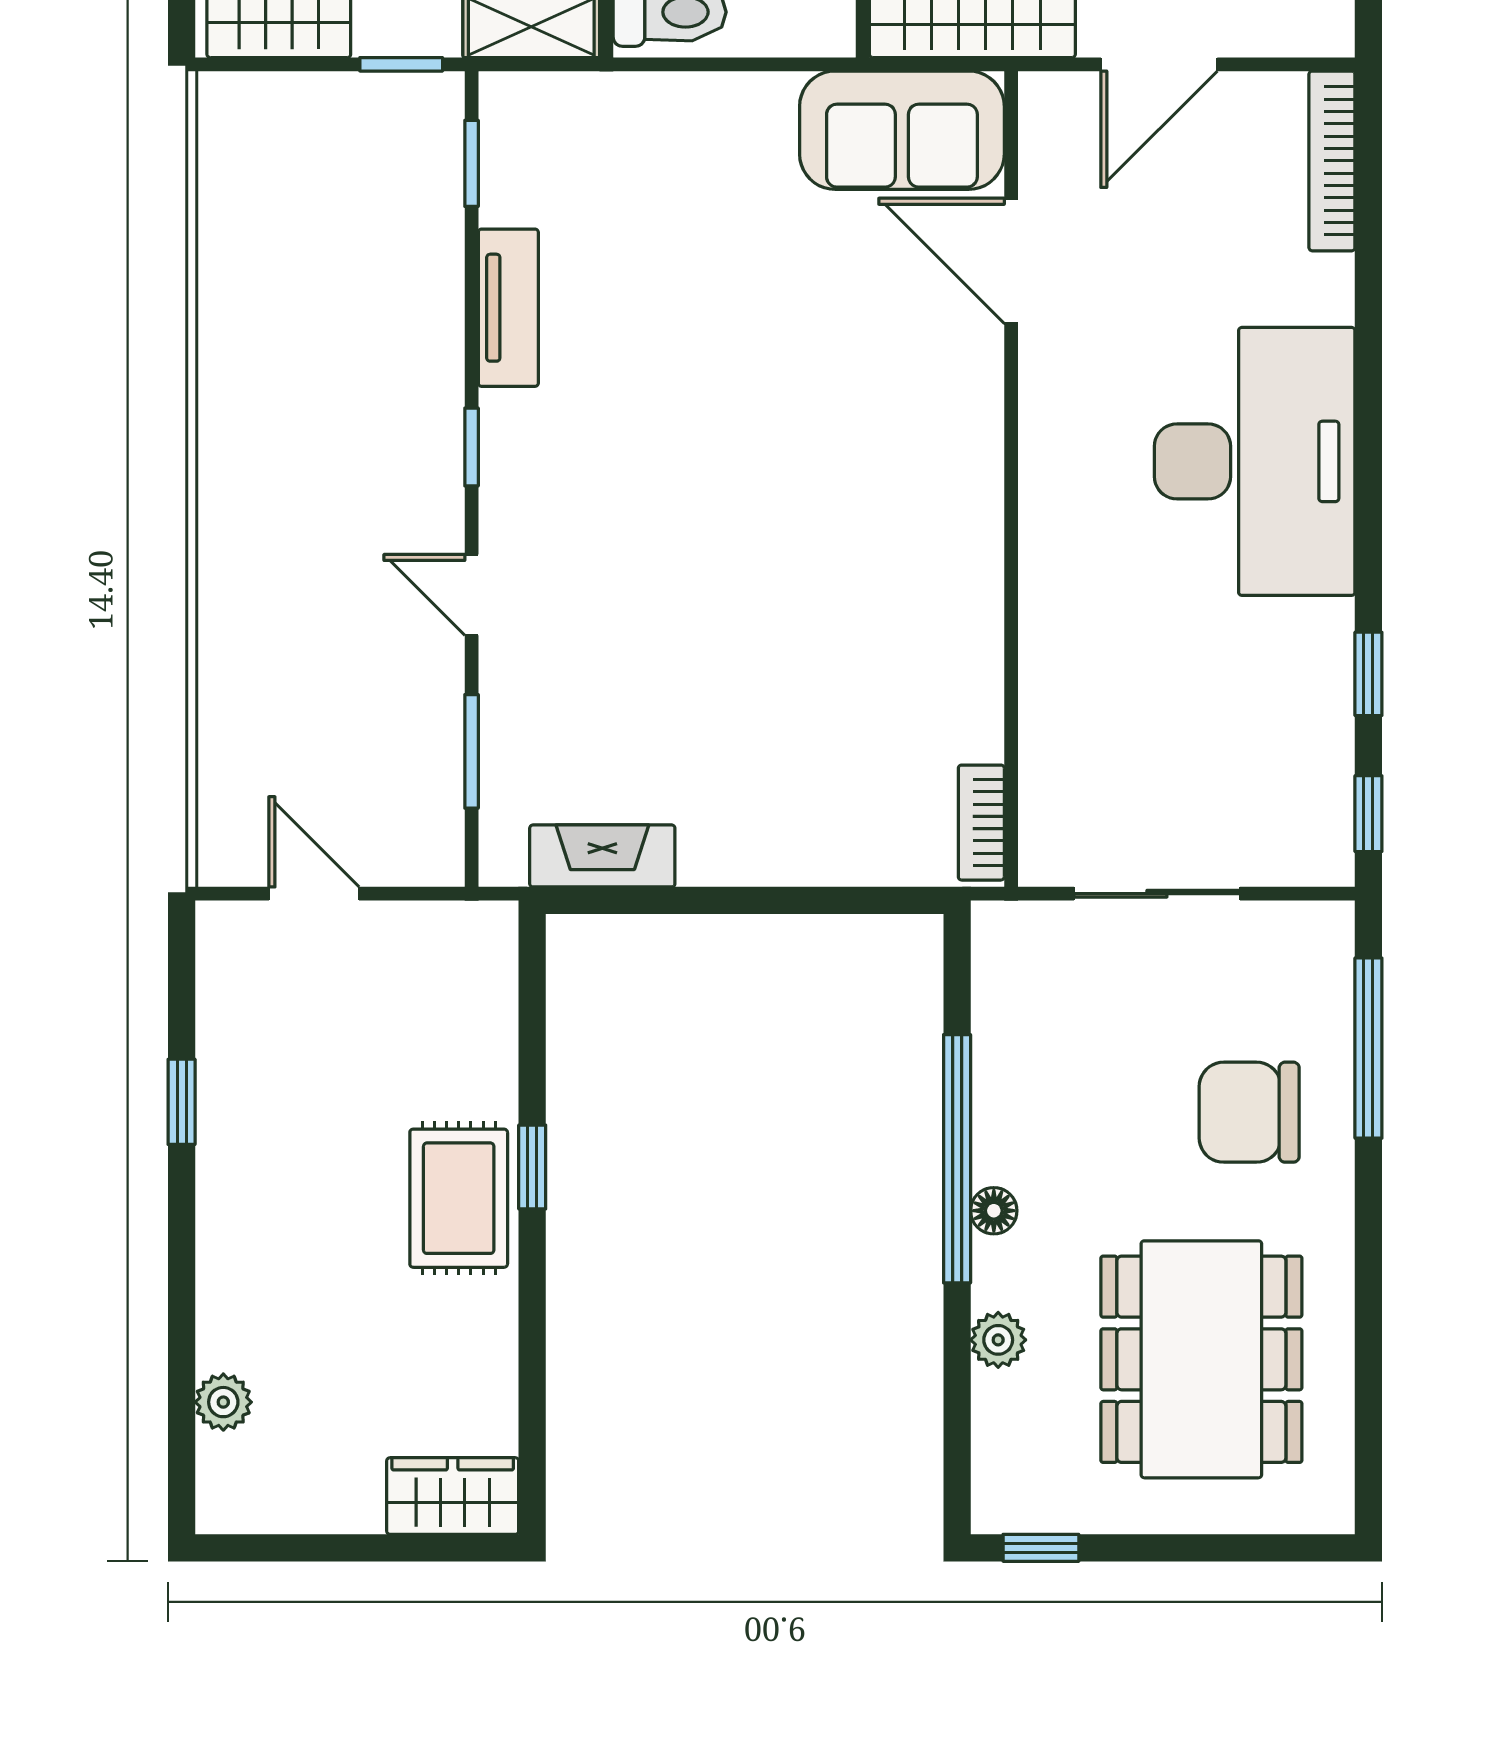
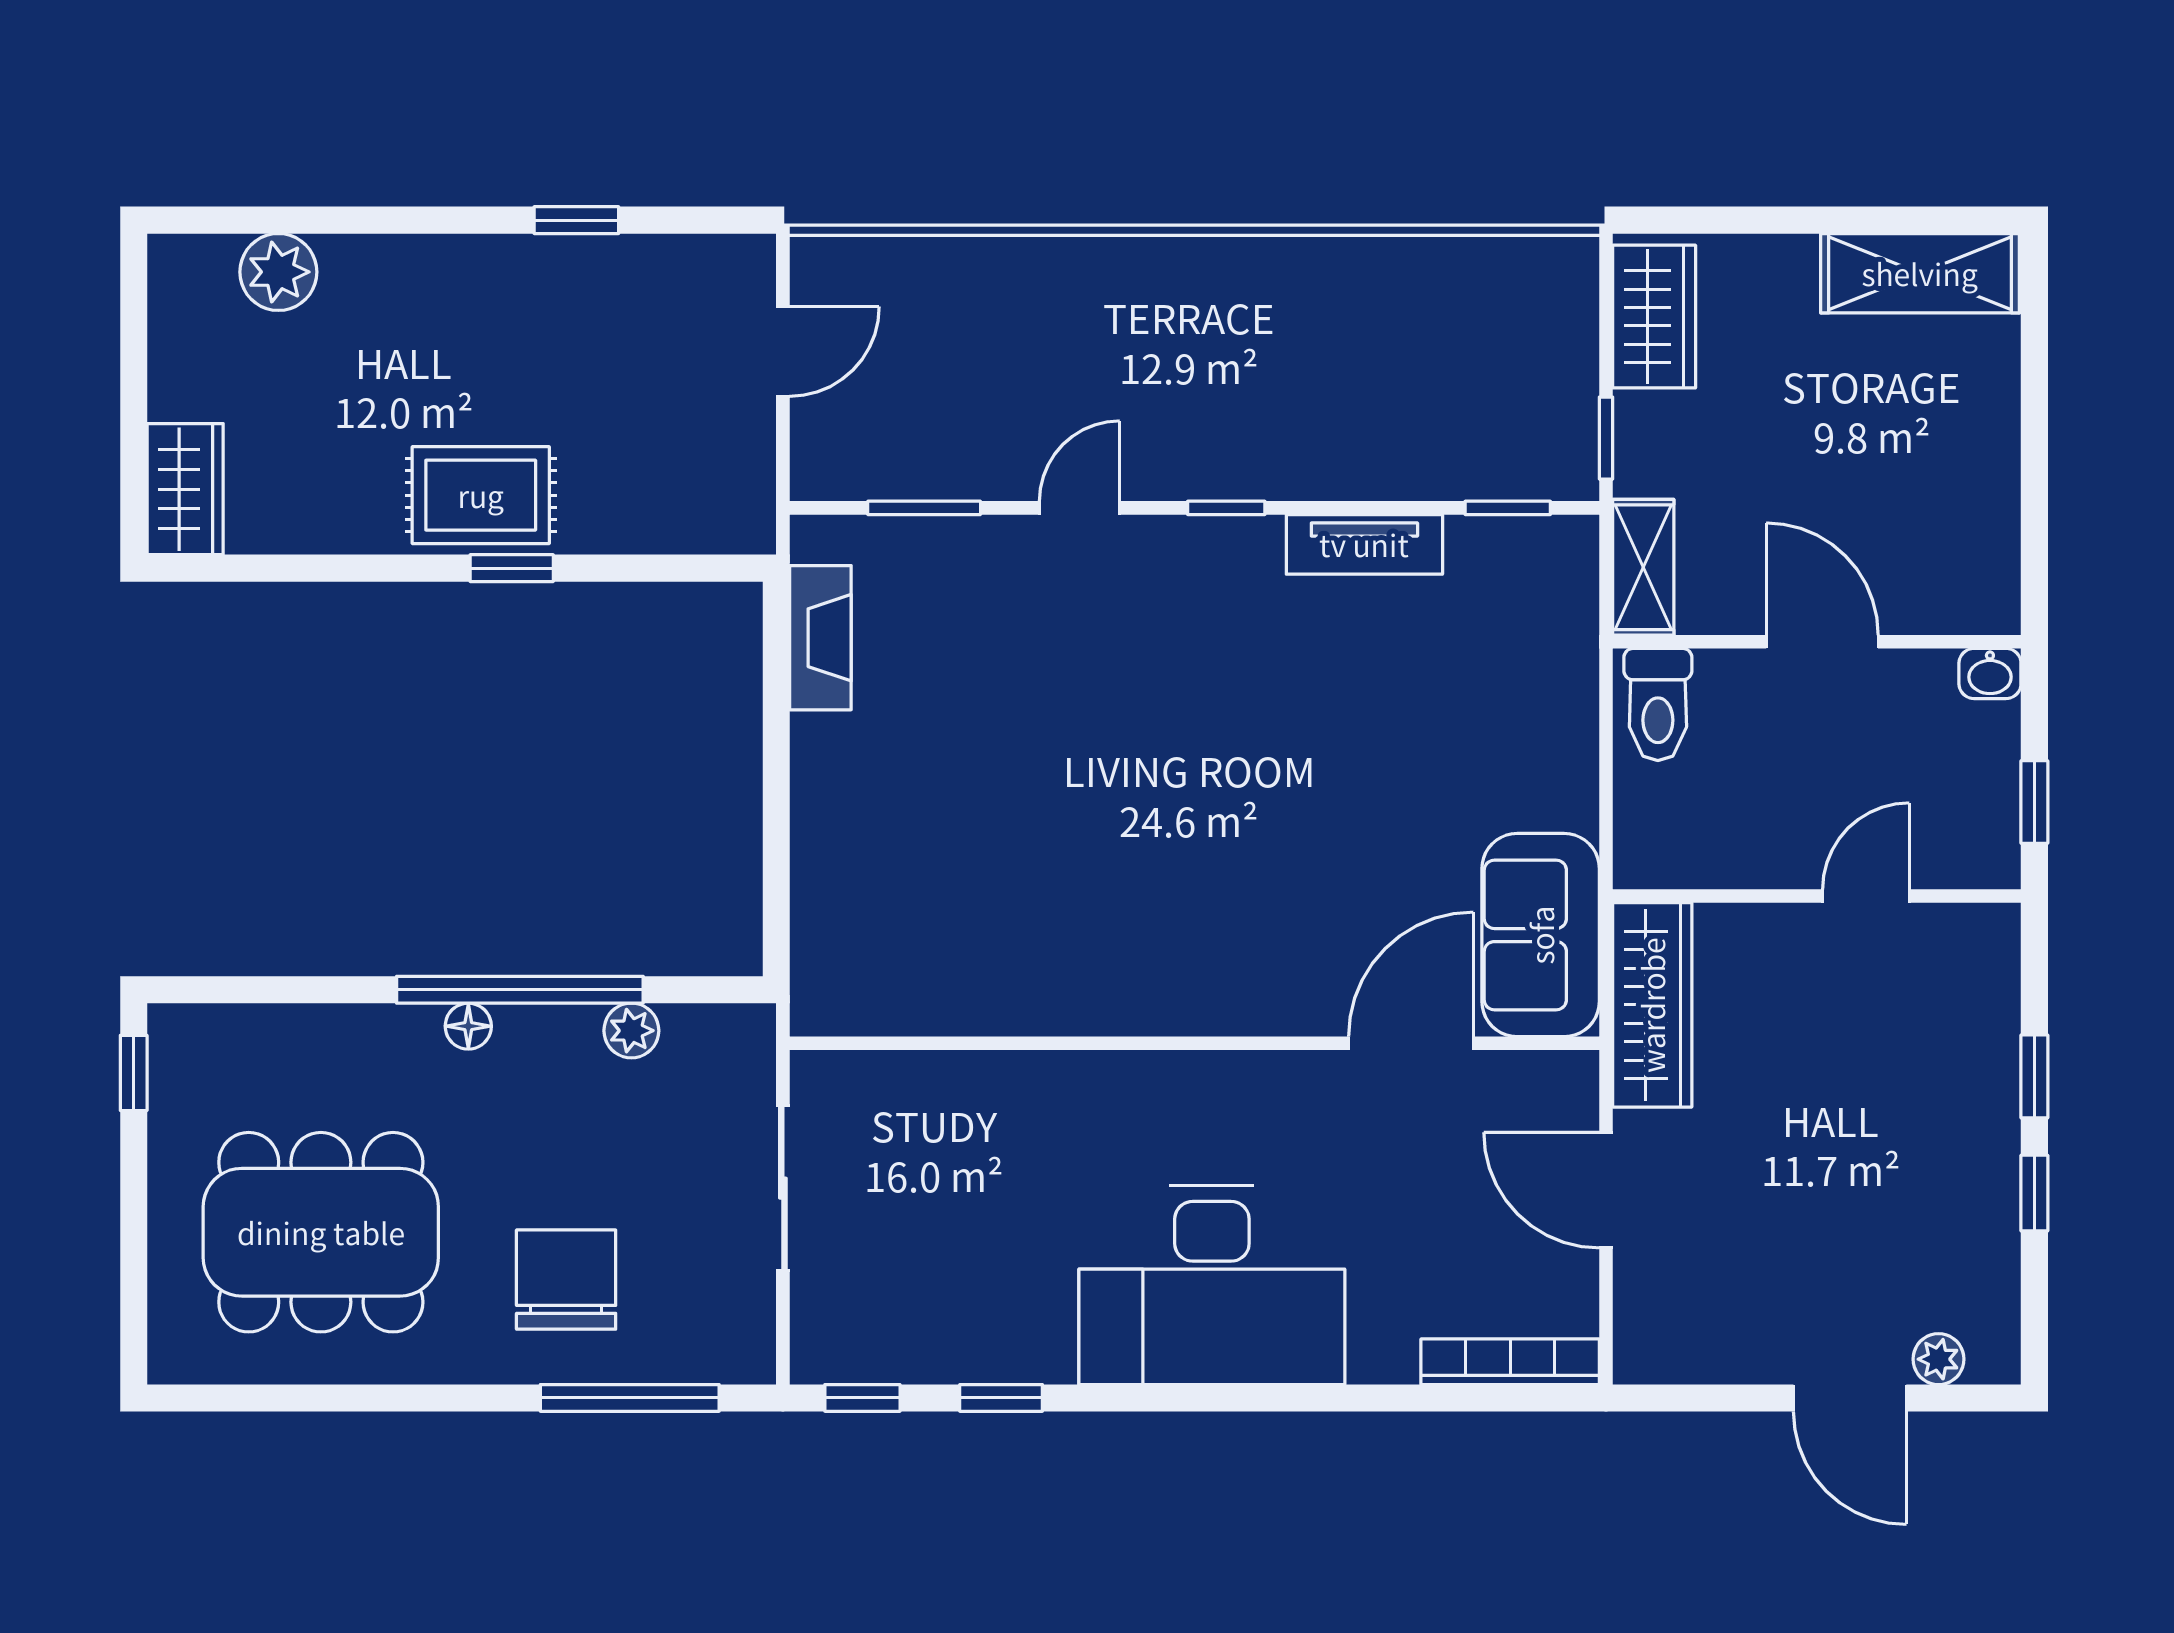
bookcase: (981, 823) -> (854, 1014), removed
plant: (998, 1340) -> (631, 1031), moved
plant: (223, 1402) -> (278, 272), width x1.38, depth x1.38

